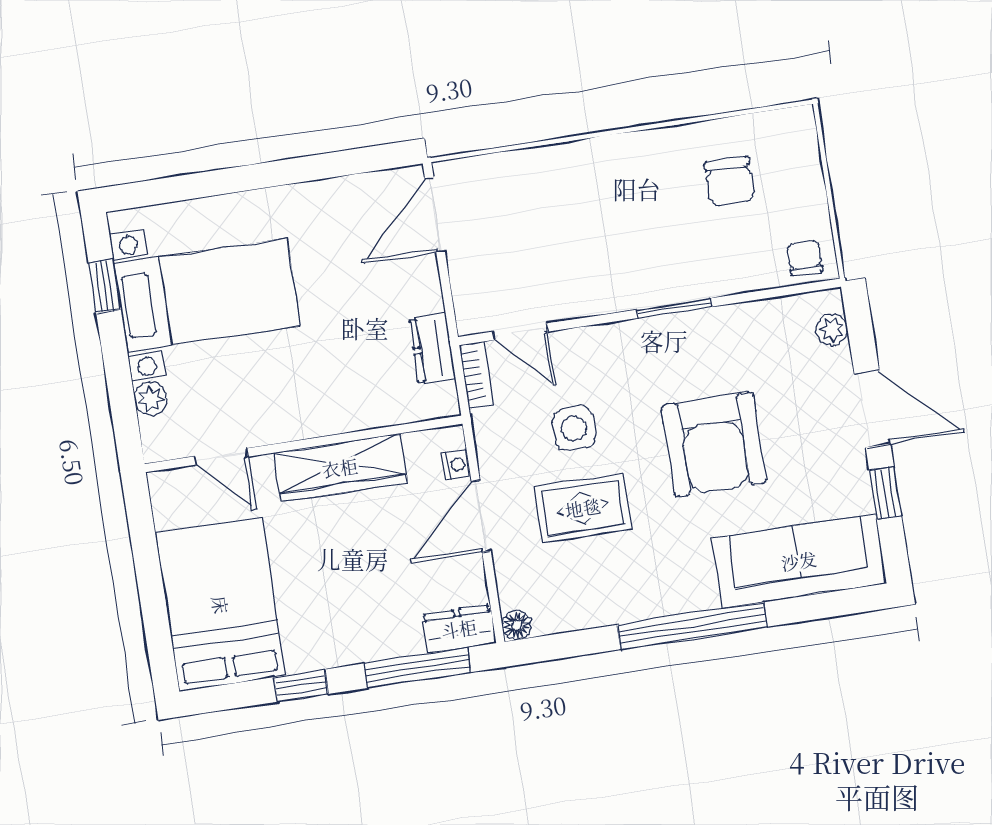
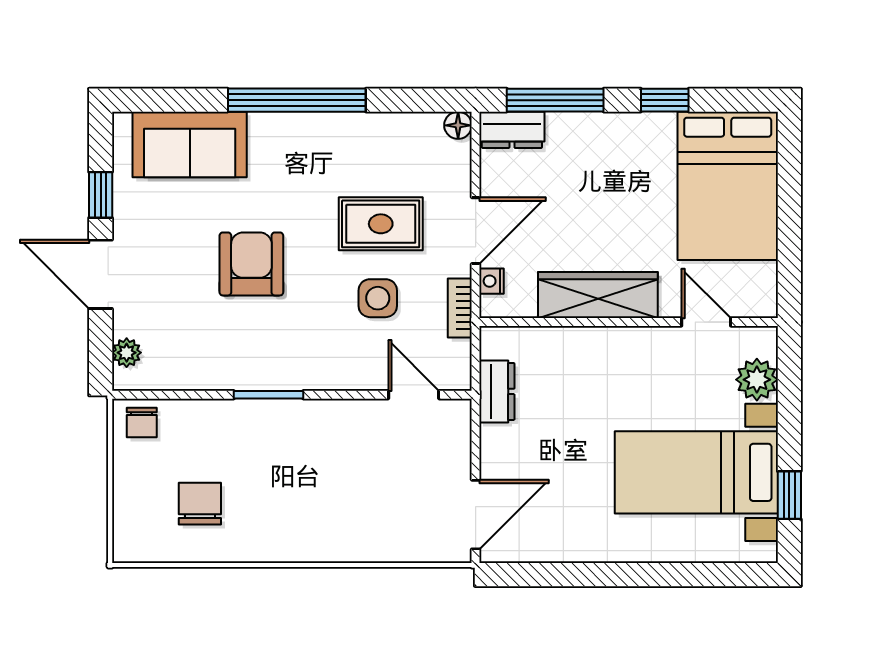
bookcase: (476, 375) -> (460, 308), moved
plant: (151, 398) -> (757, 380), width x1.38, depth x1.38
armchair: (714, 444) -> (251, 264), width x0.73, depth x0.73
sofa: (799, 561) -> (190, 145), width x0.73

